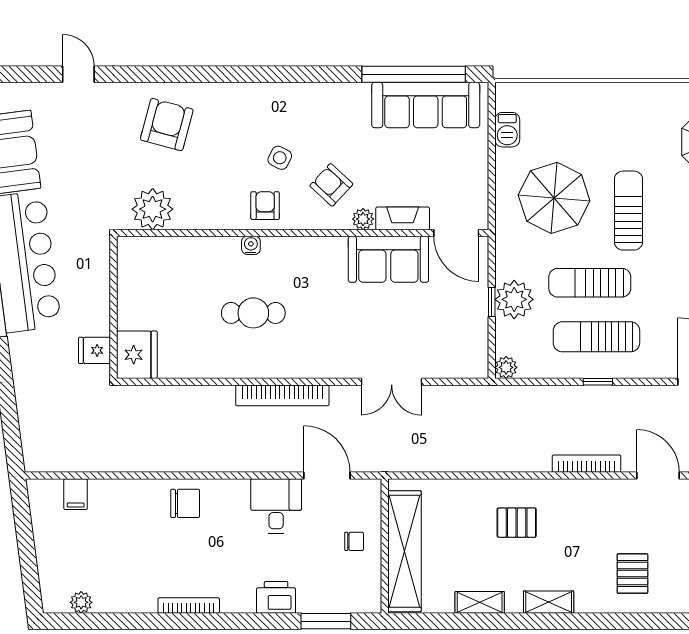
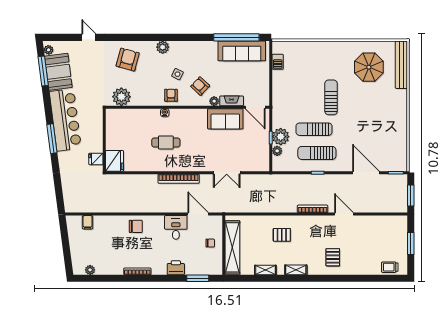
plant: (246, 97) -> (163, 47), added
parasol: (554, 198) -> (298, 92), removed
plant: (506, 367) -> (277, 151), moved

